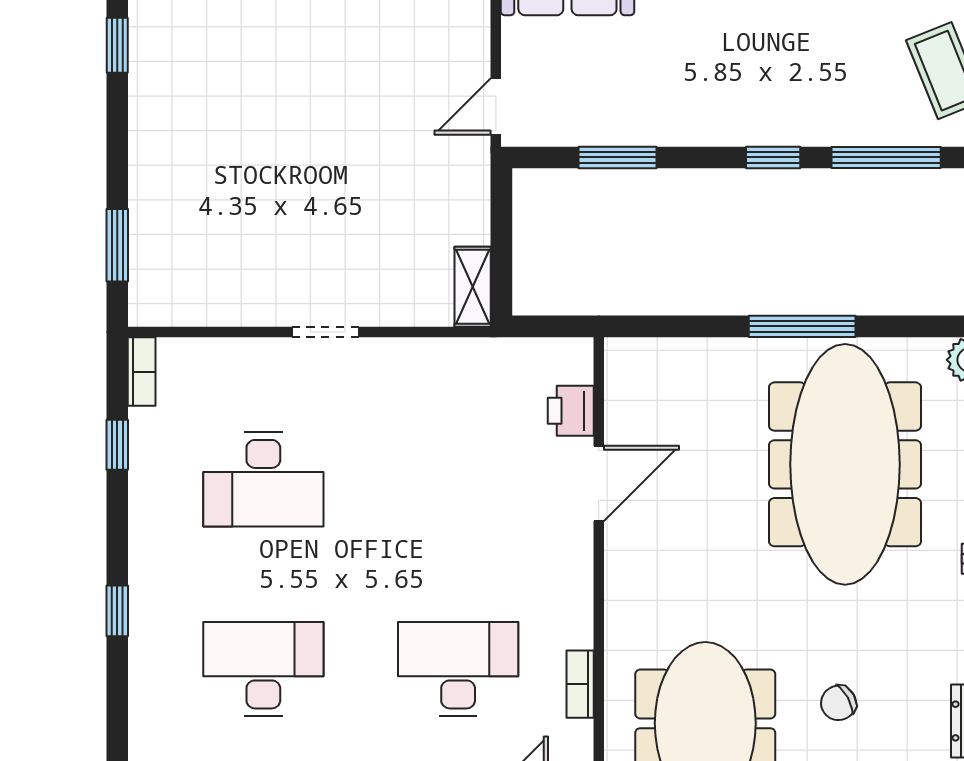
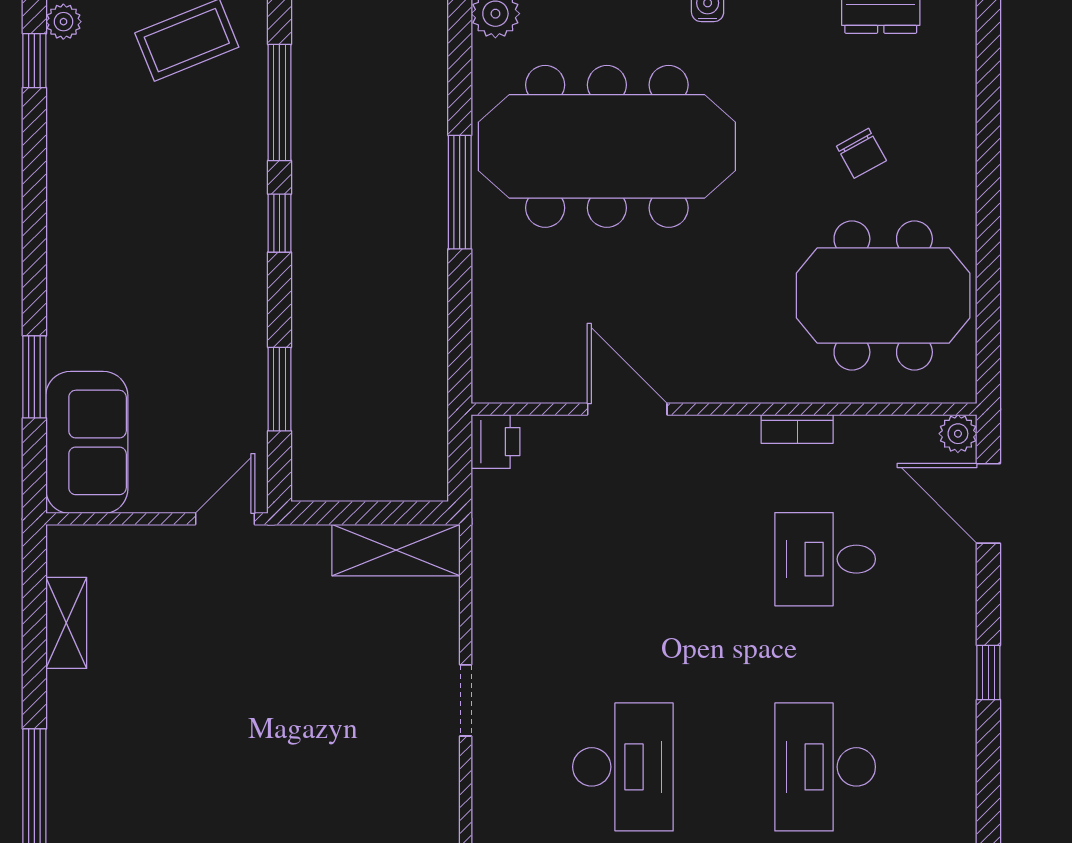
door: (496, 106) -> (225, 519), swing flipped
shelving: (473, 287) -> (396, 550), width x1.50, depth x1.33
printer: (571, 411) -> (496, 442), moved, turned -90
desk: (458, 669) -> (825, 559), width x0.73
bookcase: (580, 684) -> (797, 429), moved

